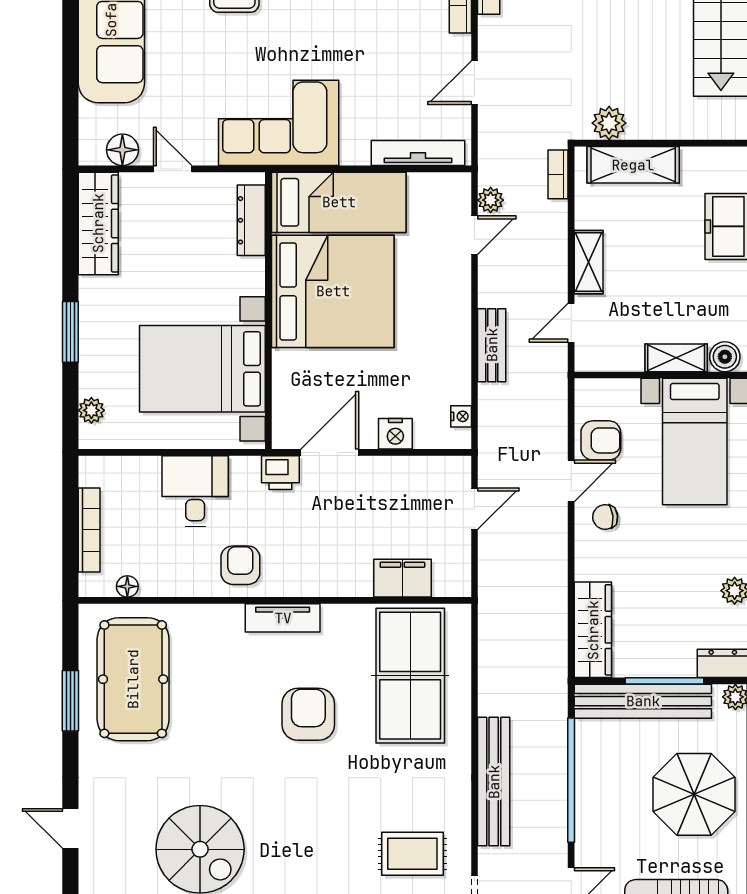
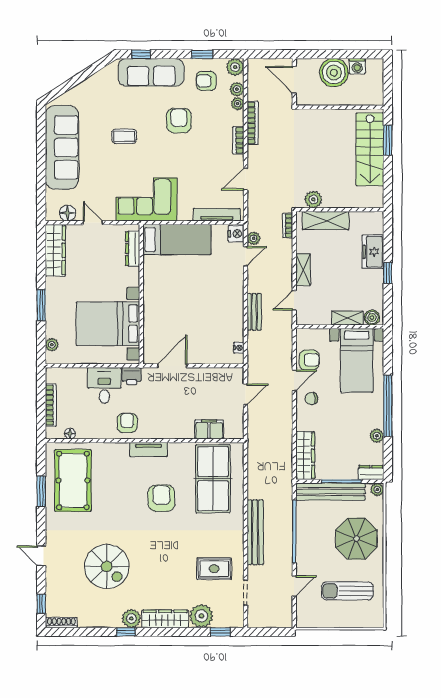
bed: (333, 291) -> (174, 285), removed
nightstand: (395, 434) -> (236, 234), moved, turned -90
printer: (280, 473) -> (132, 376), moved

